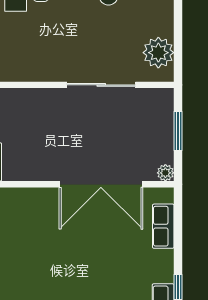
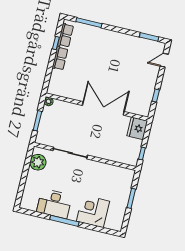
double door: (101, 184) -> (103, 108), moved
row of seats: (163, 226) -> (60, 58), moved

